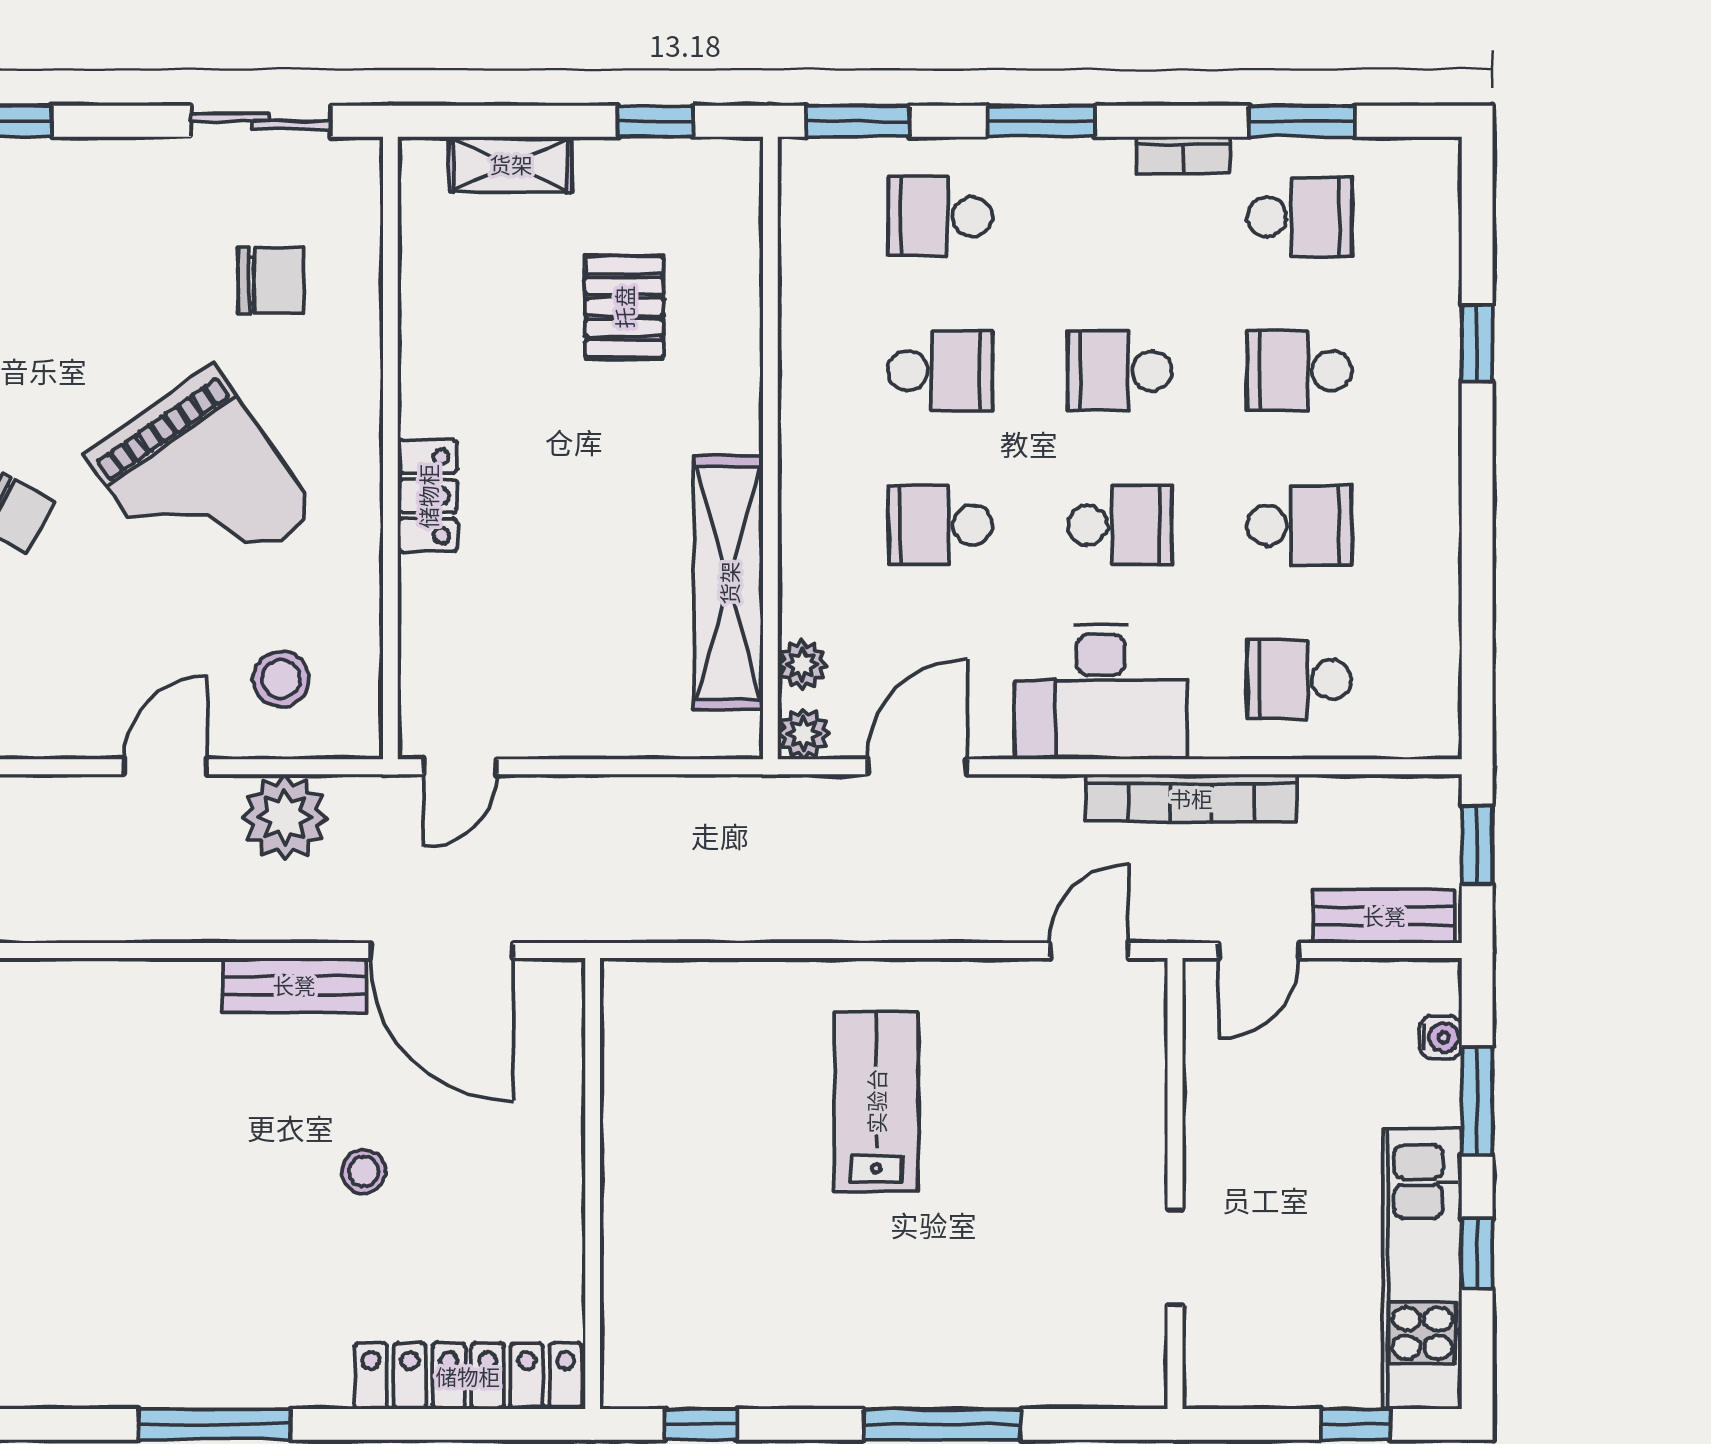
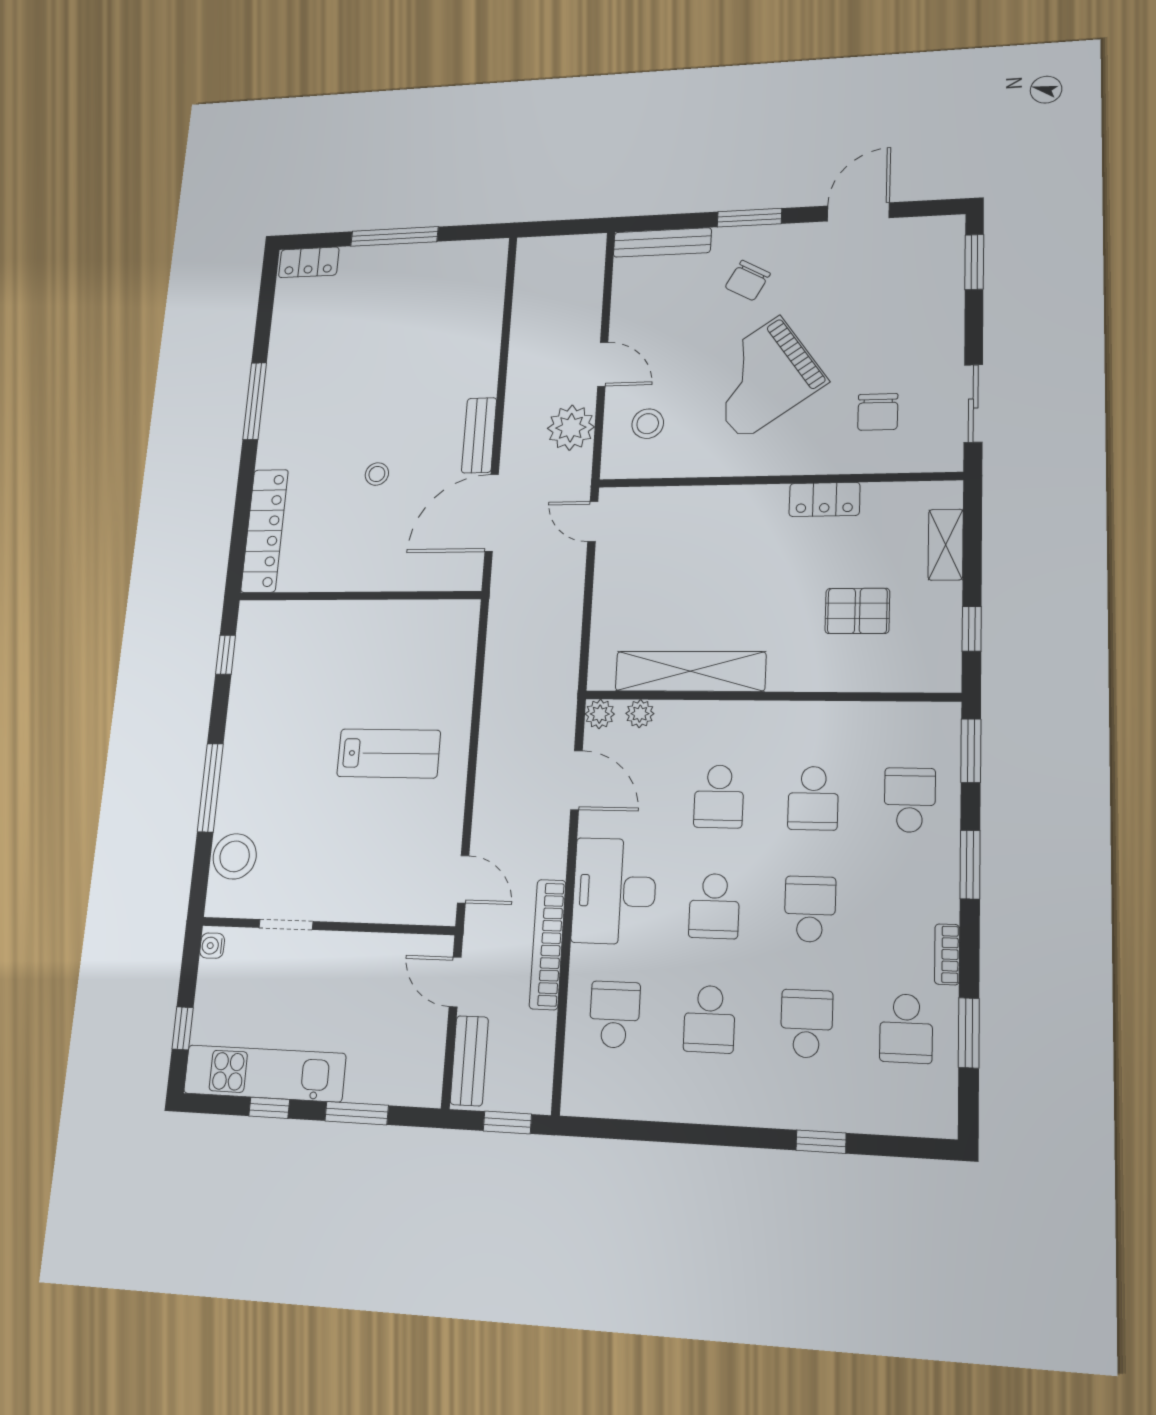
locker: (428, 496) -> (824, 499), moved
school desk: (940, 525) -> (719, 796), turned 180
water cooler: (1440, 1037) -> (212, 946), moved, turned 90
stool: (1061, 1364) -> (235, 856), added

